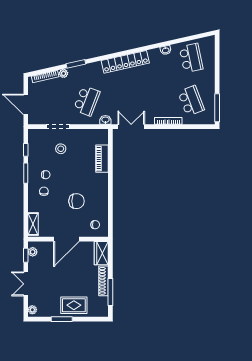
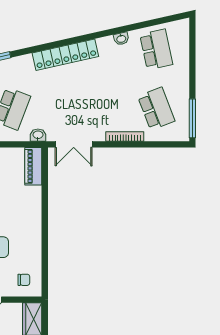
double door: (131, 127) -> (74, 144), swing flipped
piano: (102, 159) -> (33, 166), moved

